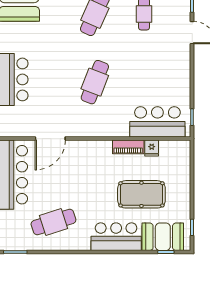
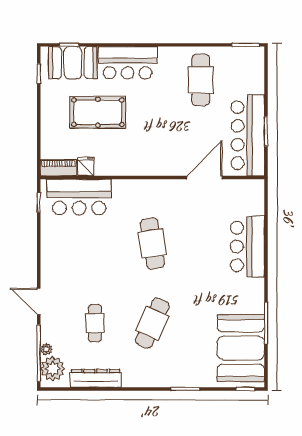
cafe table: (95, 82) -> (152, 243), turned -30
piano: (128, 147) -> (58, 168), moved
cafe table: (53, 222) -> (201, 80), turned -72

